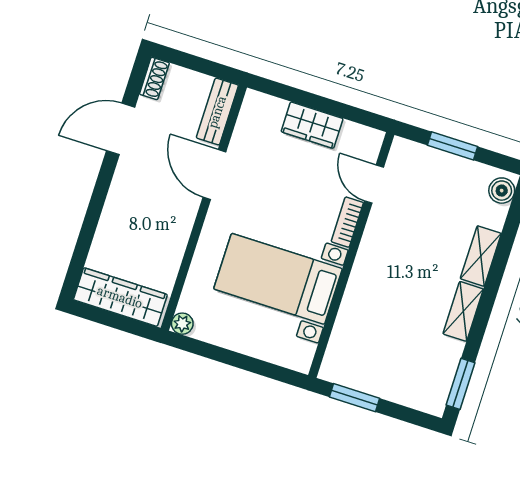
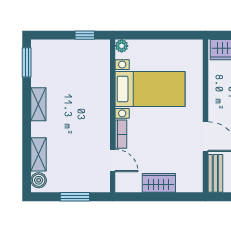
shelving: (481, 256) -> (39, 154), moved
plant: (182, 324) -> (122, 46), moved
window: (354, 398) -> (85, 35), width x0.67

